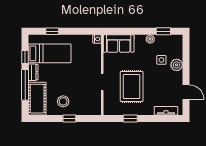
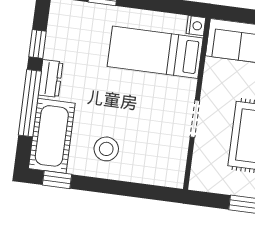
bed: (50, 53) -> (155, 52), moved, turned 180
window: (69, 119) -> (57, 180), moved

